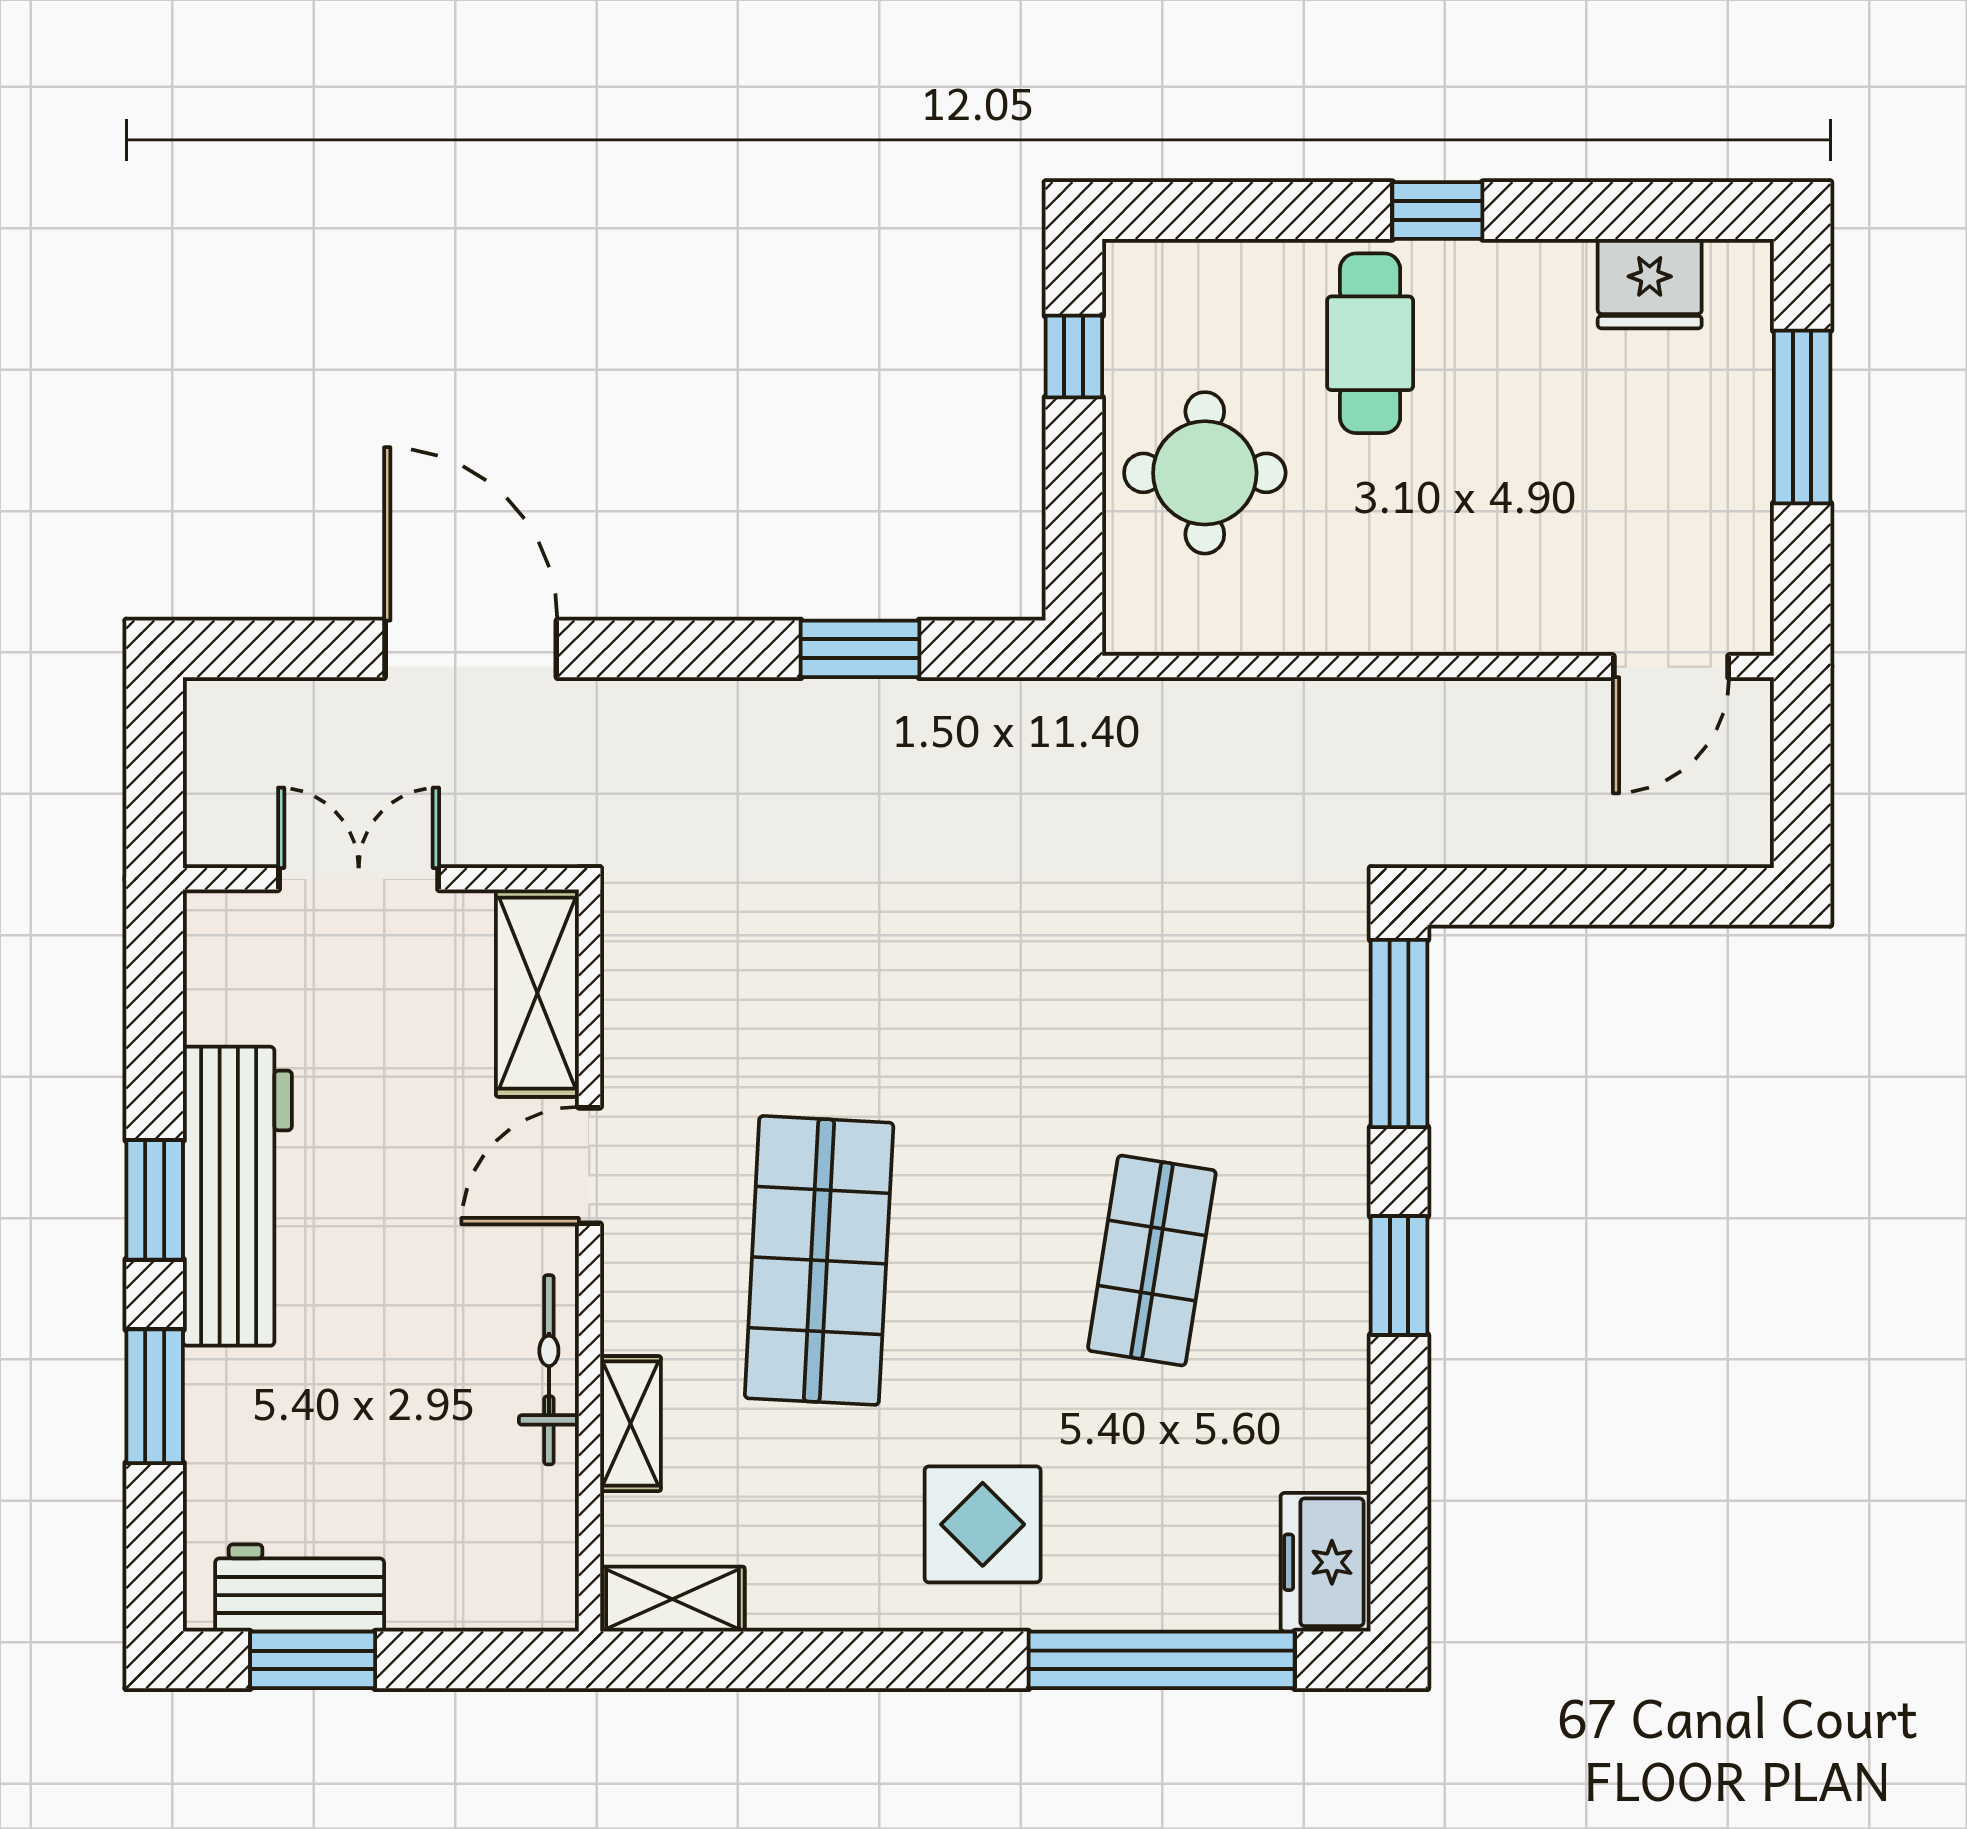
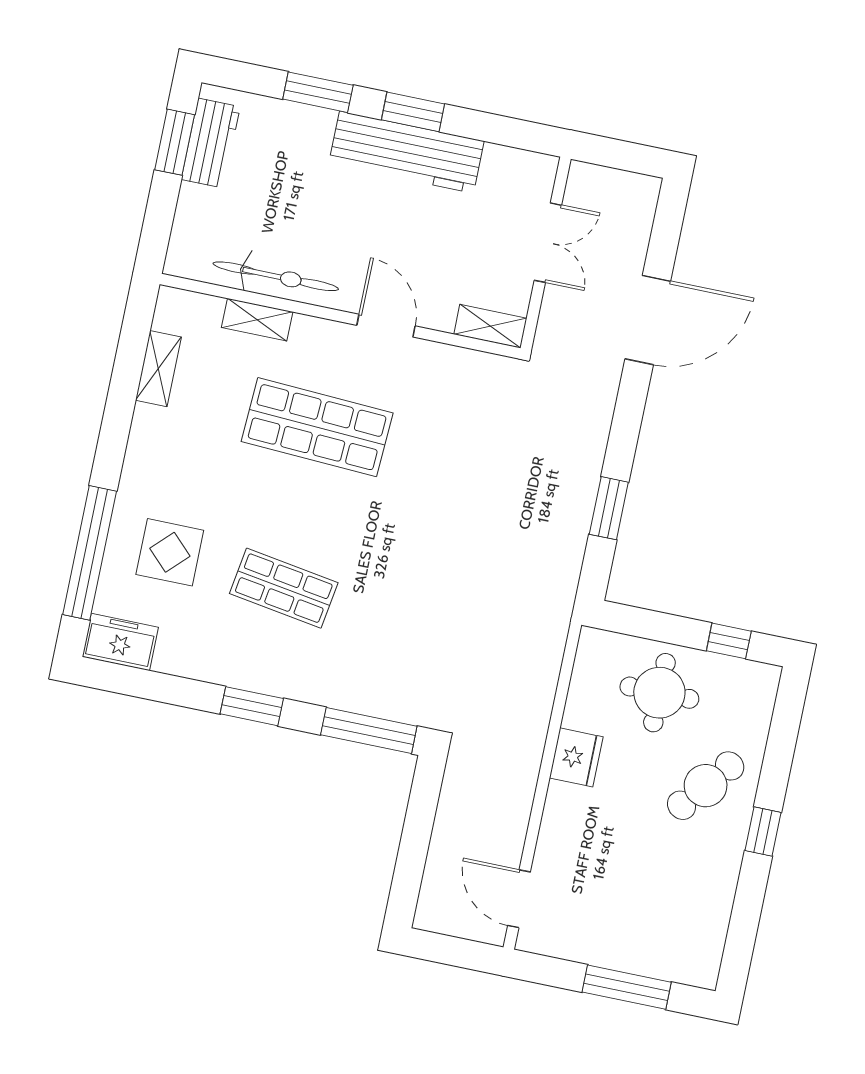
fridge: (1650, 284) -> (576, 757), moved, turned 180
cafe table: (1370, 343) -> (706, 786), turned -51
shelving: (537, 993) -> (490, 326), width x0.67, depth x0.75
bicycle: (549, 1370) -> (276, 276), width x1.37, depth x1.40
display table: (983, 1524) -> (170, 552), moved
shelving: (672, 1599) -> (158, 369), moved

